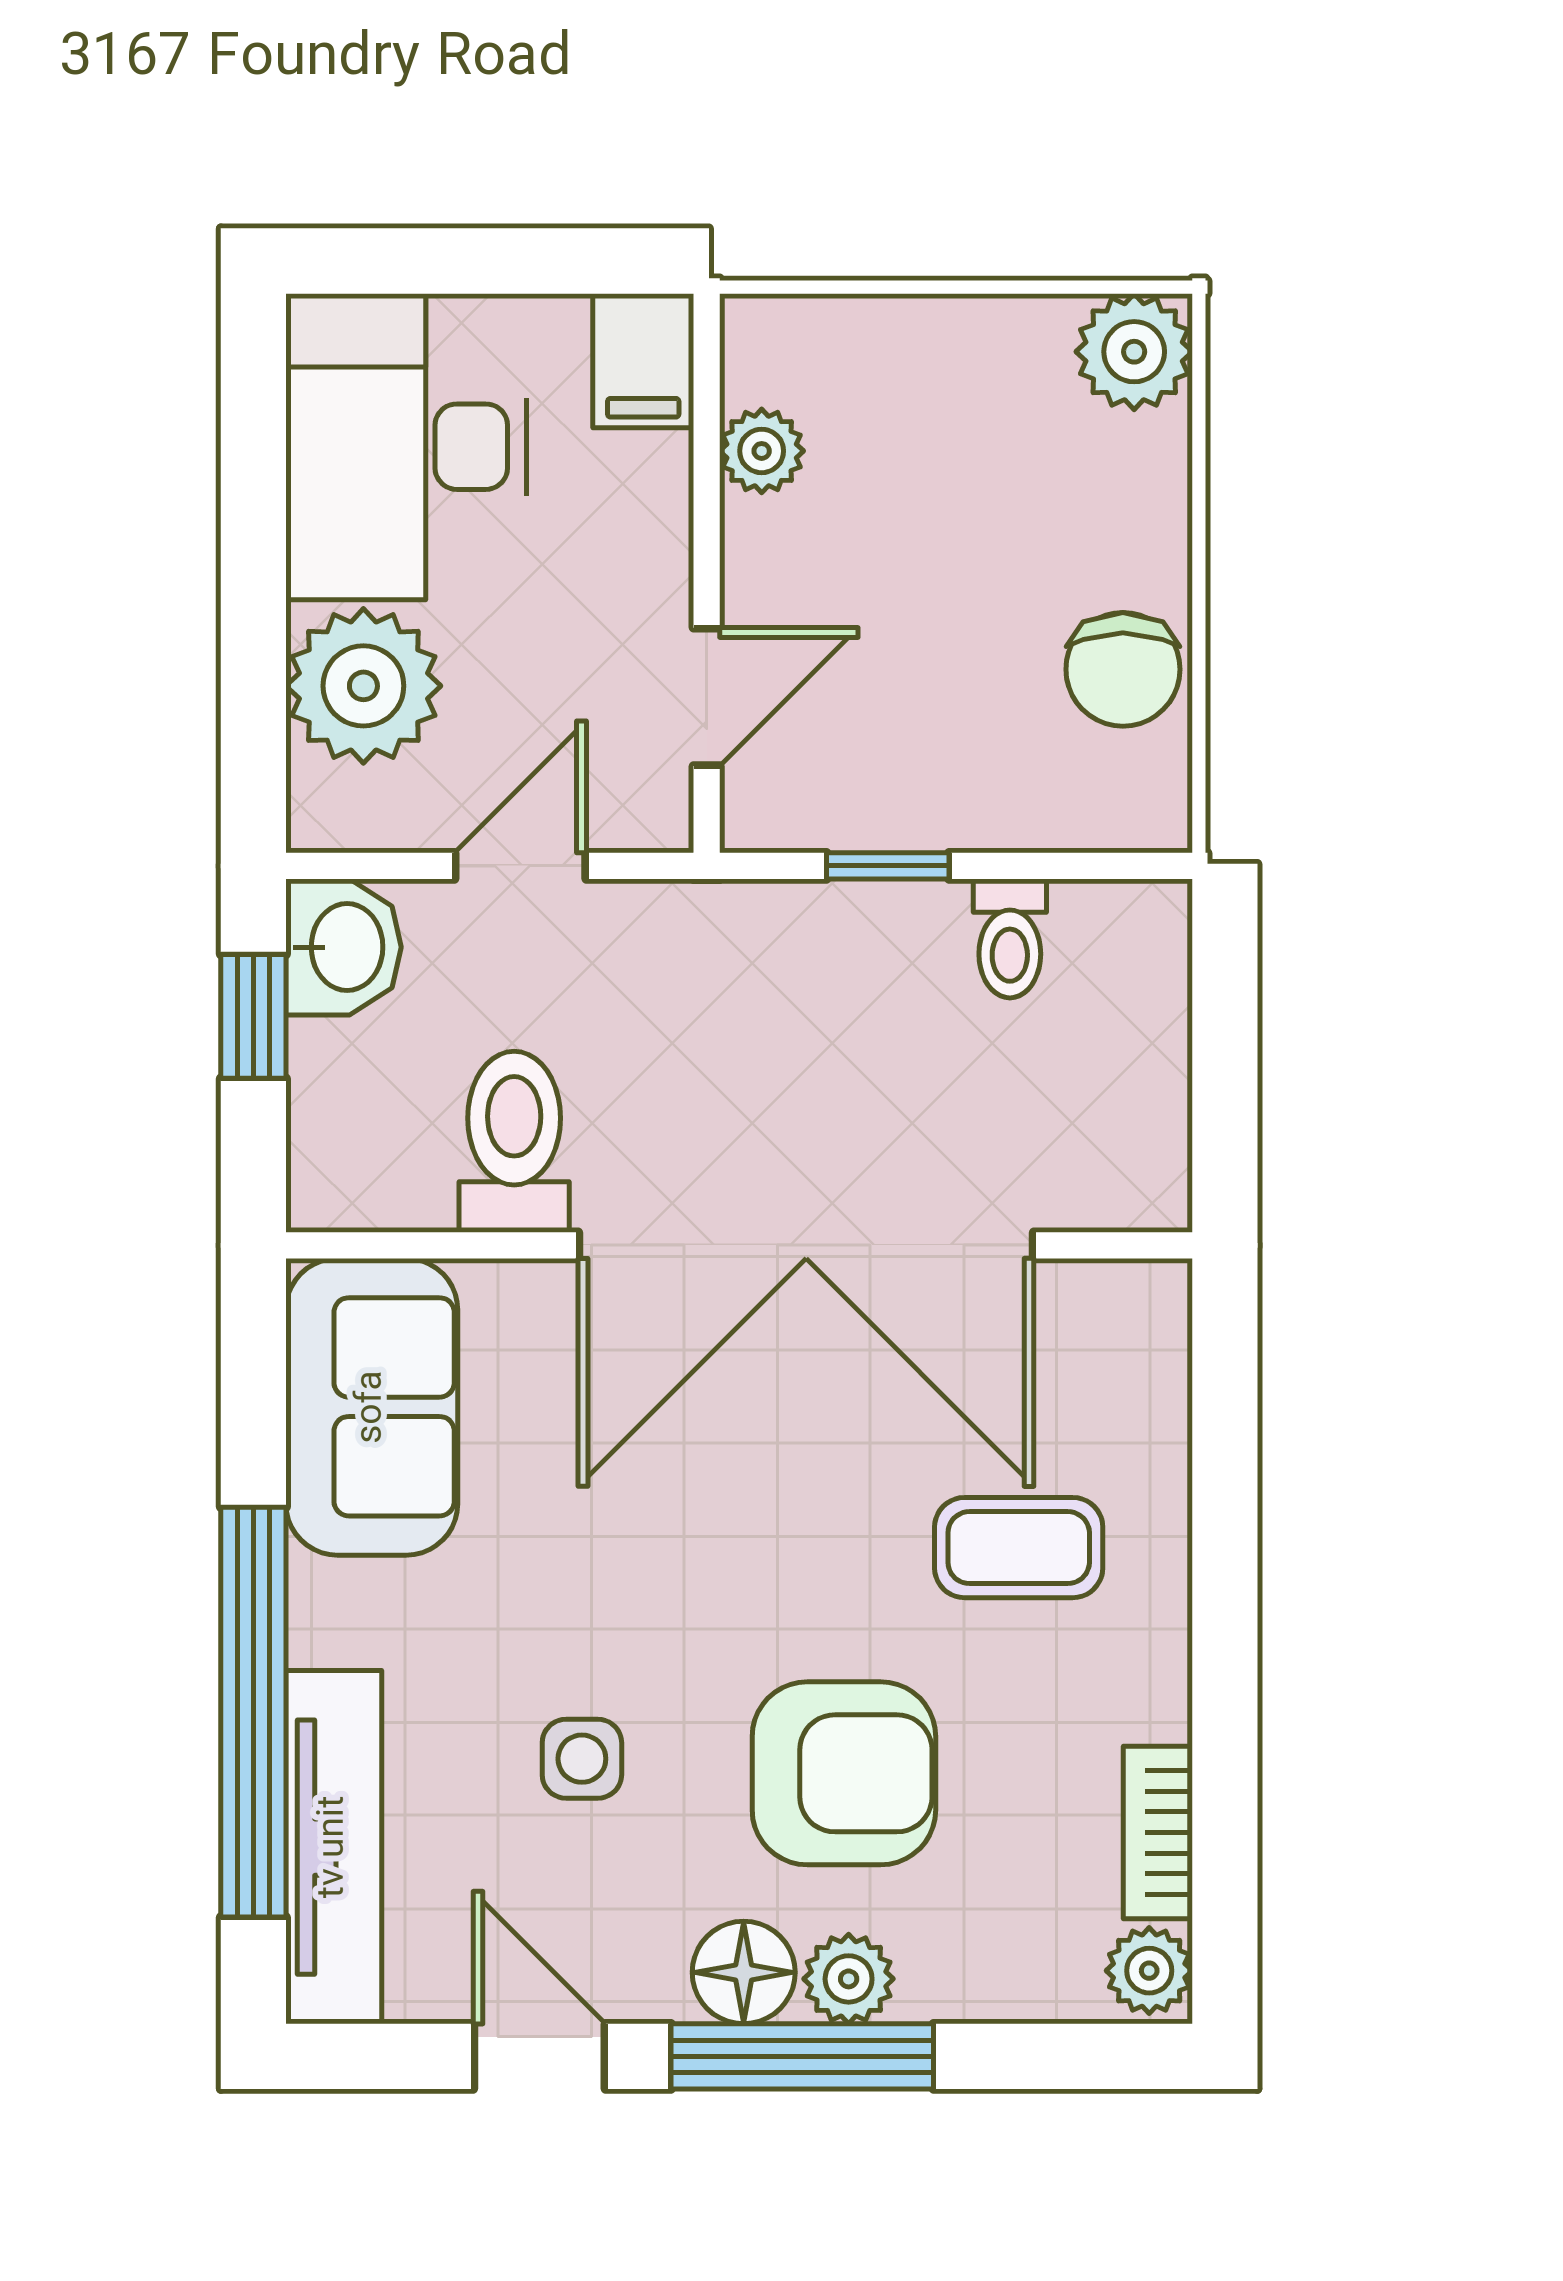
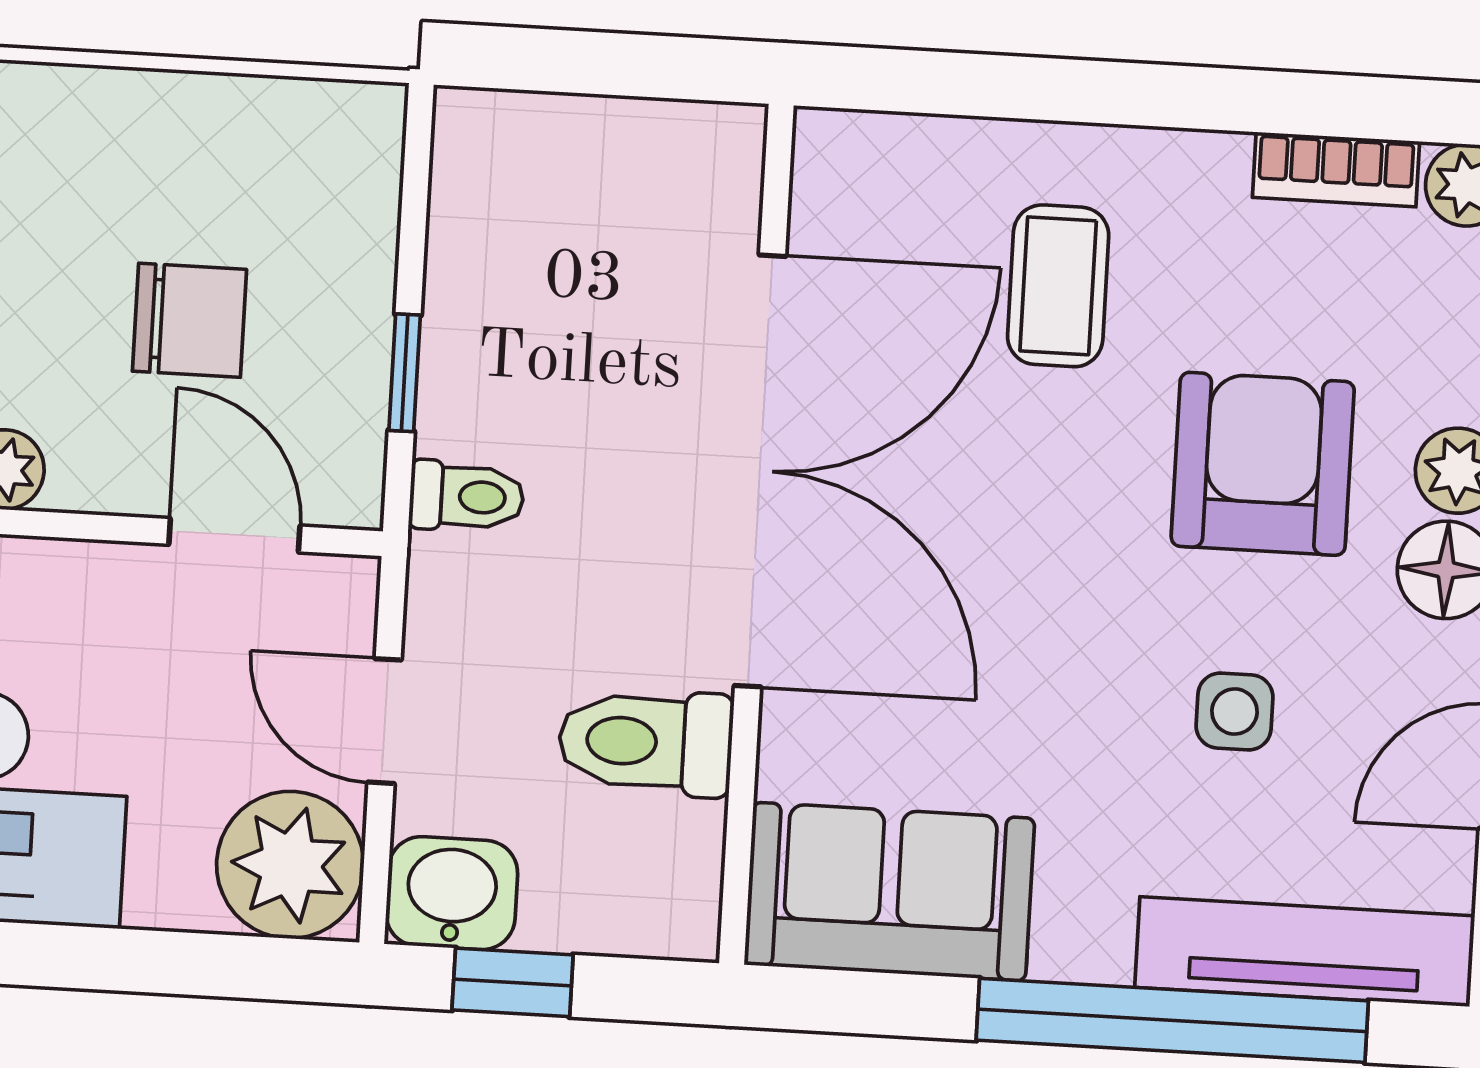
chair: (1123, 669) -> (189, 320), moved
plant: (363, 686) -> (290, 865), moved
toilet: (1010, 938) -> (467, 497), moved

